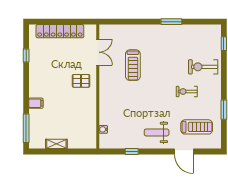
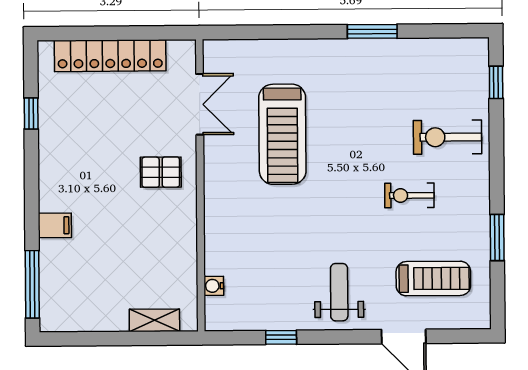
treadmill: (133, 65) -> (282, 134), width x1.37, depth x1.38
weight bench: (157, 132) -> (339, 292), turned 90
shelving: (56, 144) -> (154, 320), moved

